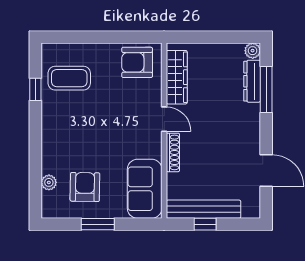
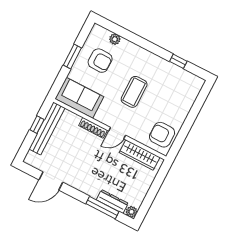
armchair: (137, 62) -> (162, 135), turned -90
coffee table: (69, 78) -> (134, 92), moved

